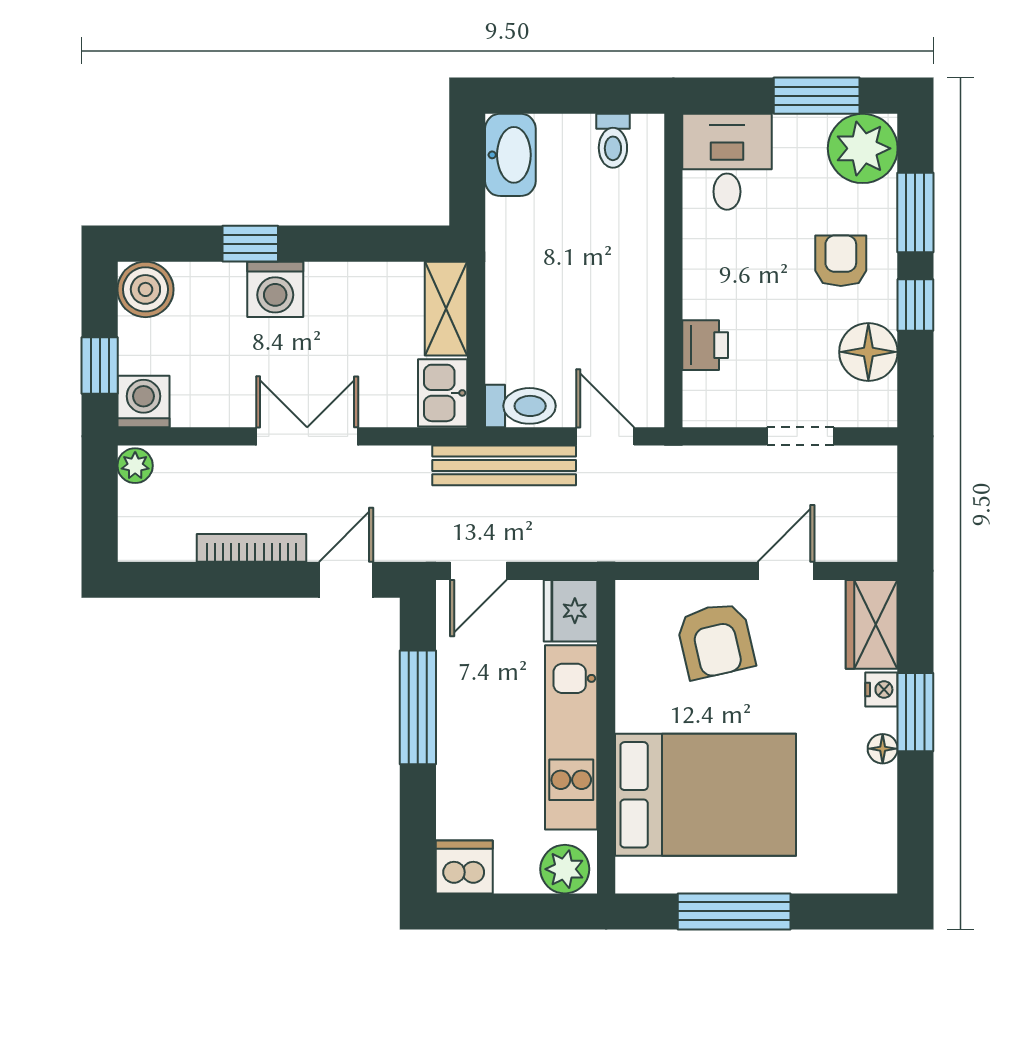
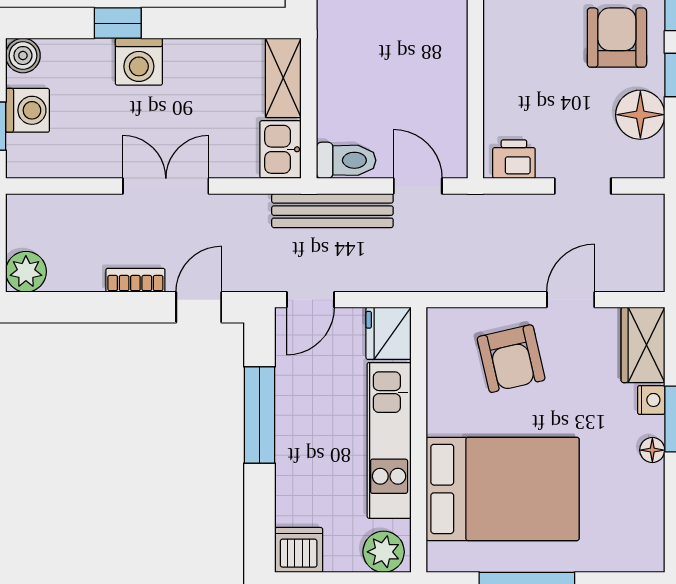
armchair: (841, 261) -> (617, 38), width x1.38, depth x1.38
boiler: (145, 289) -> (23, 56), width x0.73, depth x0.73
printer: (705, 345) -> (514, 159), moved, turned -90
washing machine: (143, 401) -> (28, 110), moved, turned 90
plant: (135, 466) -> (26, 272), moved, width x1.38, depth x1.38
bookcase: (251, 548) -> (135, 280), width x0.64

